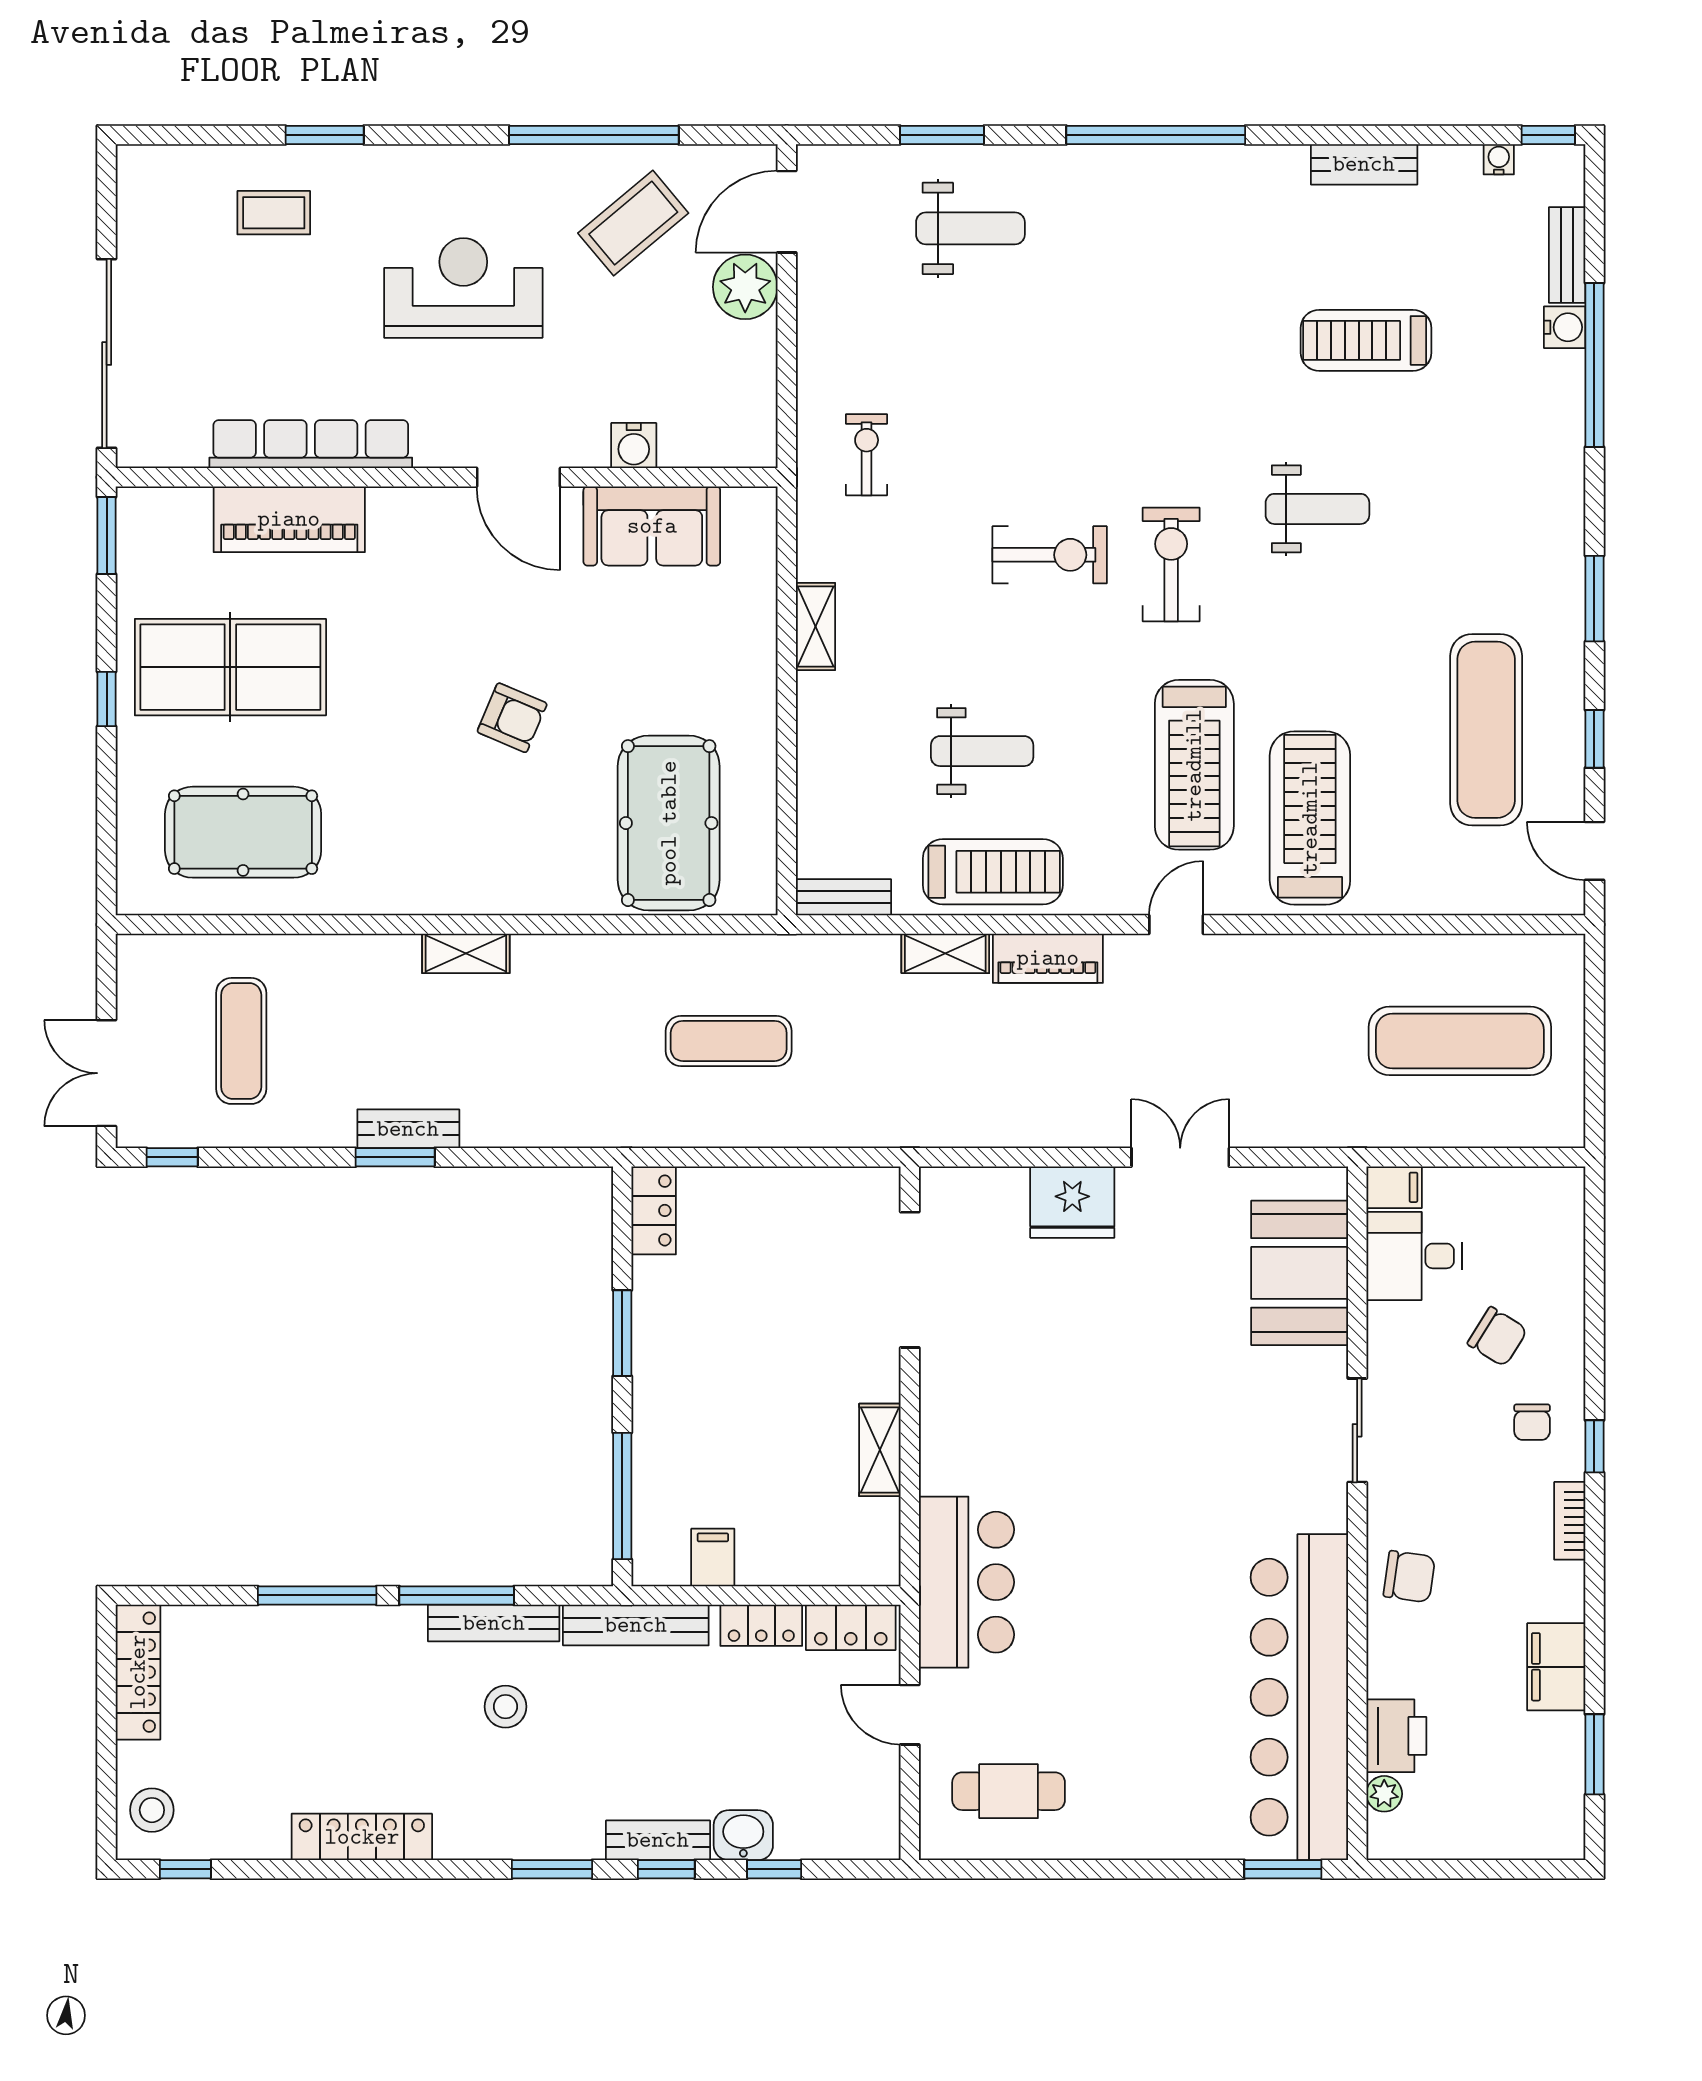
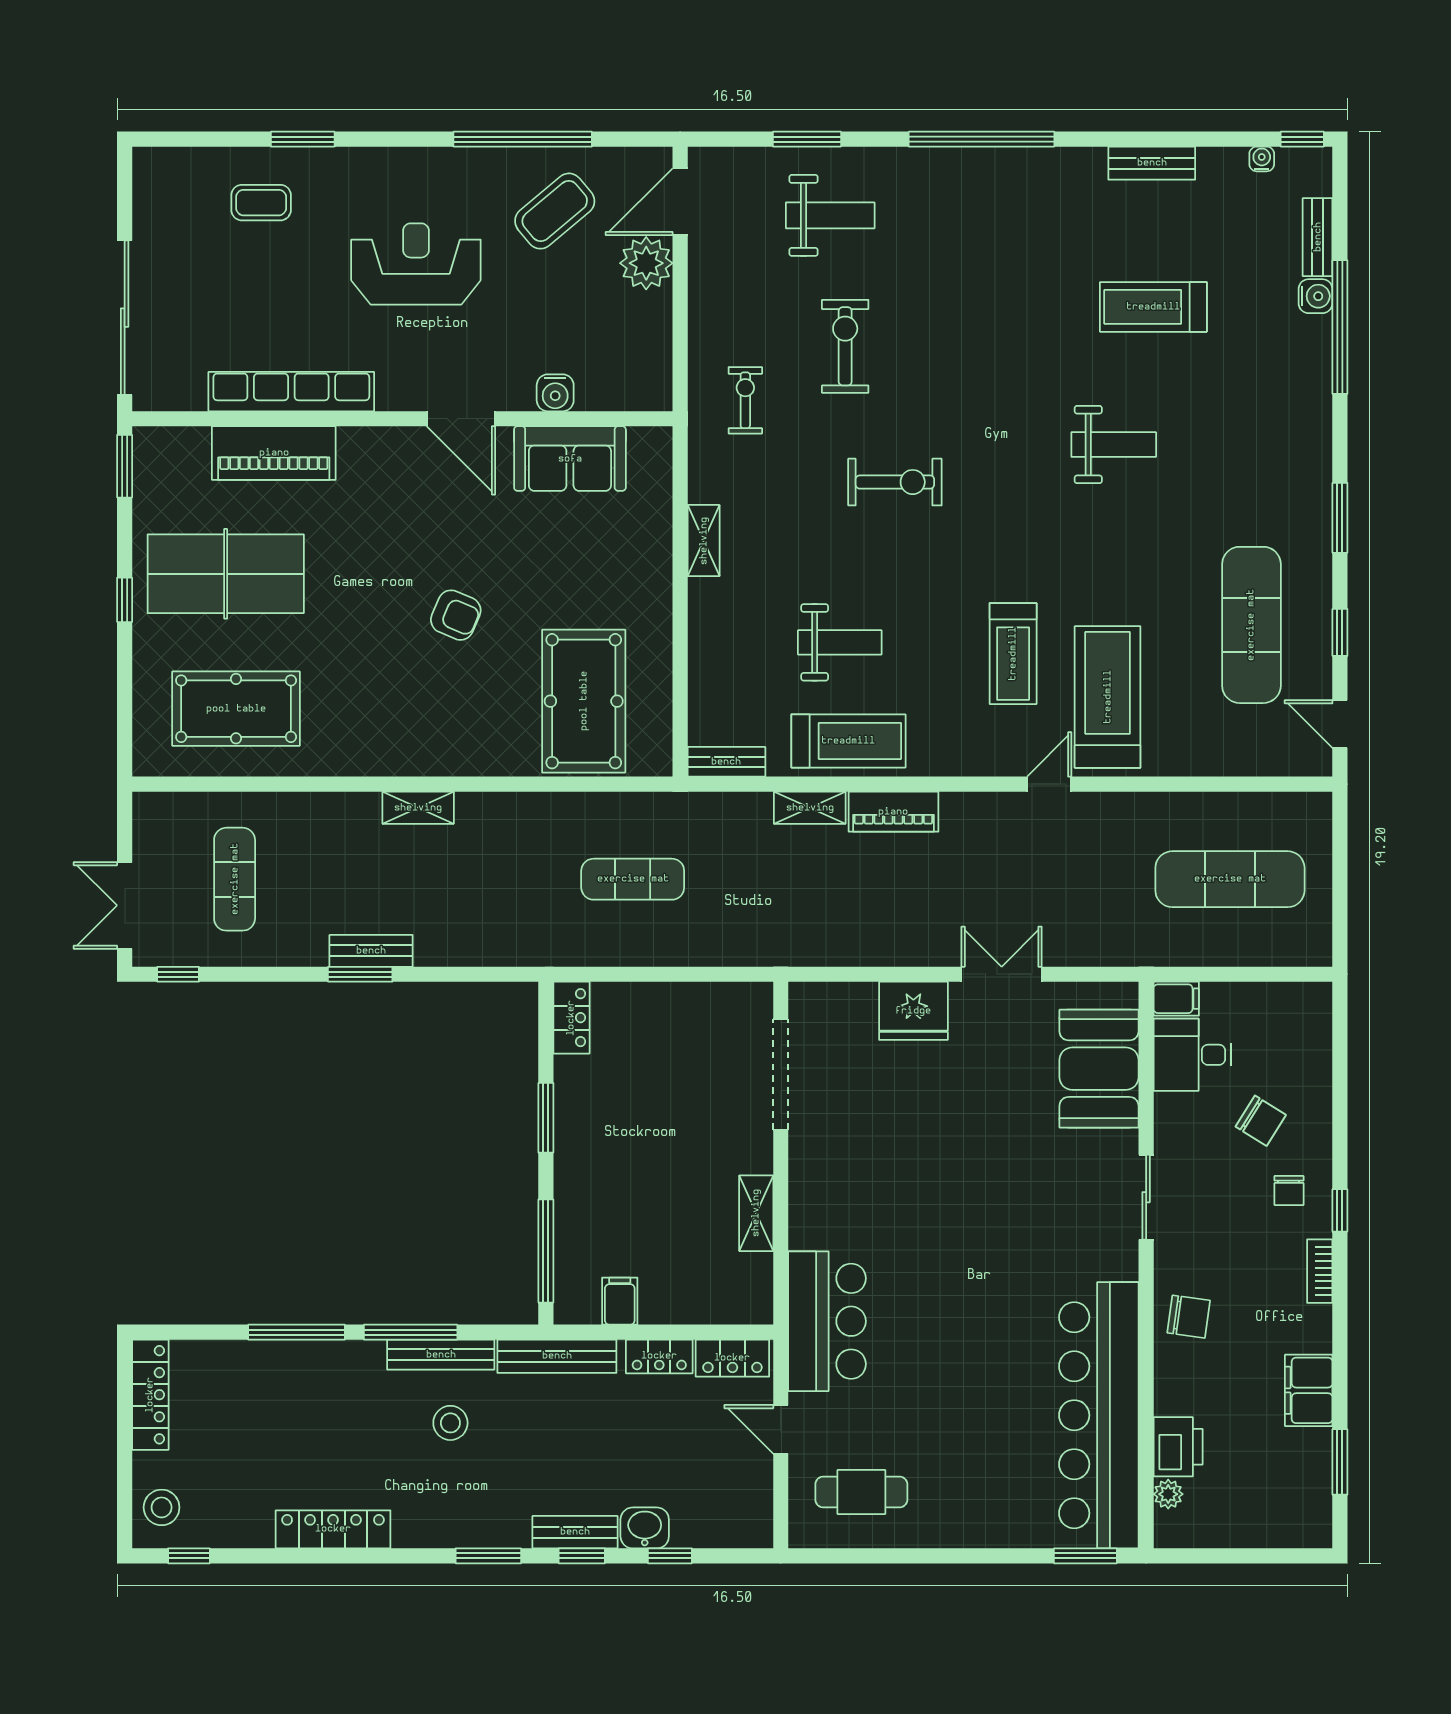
exercise bike: (1171, 564) -> (845, 346), moved
treadmill: (1194, 765) -> (1013, 654), width x0.73, depth x0.73
door: (1176, 925) -> (1049, 784), moved

